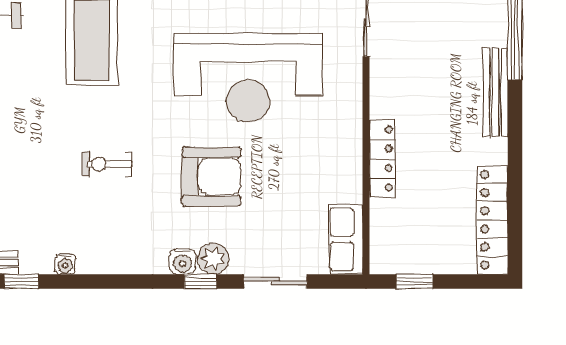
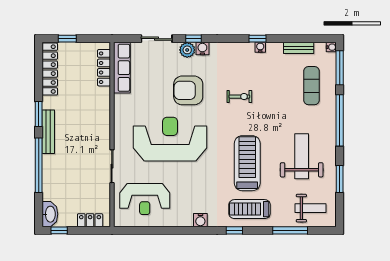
window: (515, 129) -> (39, 114), added
locker: (382, 159) -> (104, 68), moved
row of seats: (346, 239) -> (122, 68), width x1.48
window: (21, 281) -> (258, 39), moved
window: (415, 281) -> (67, 39), moved

